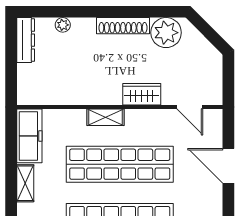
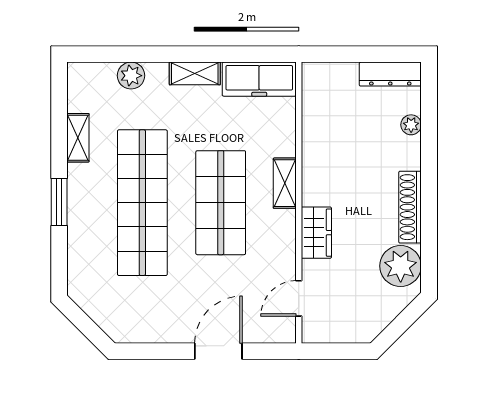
shop shelf: (120, 164) -> (221, 203), width x0.71

